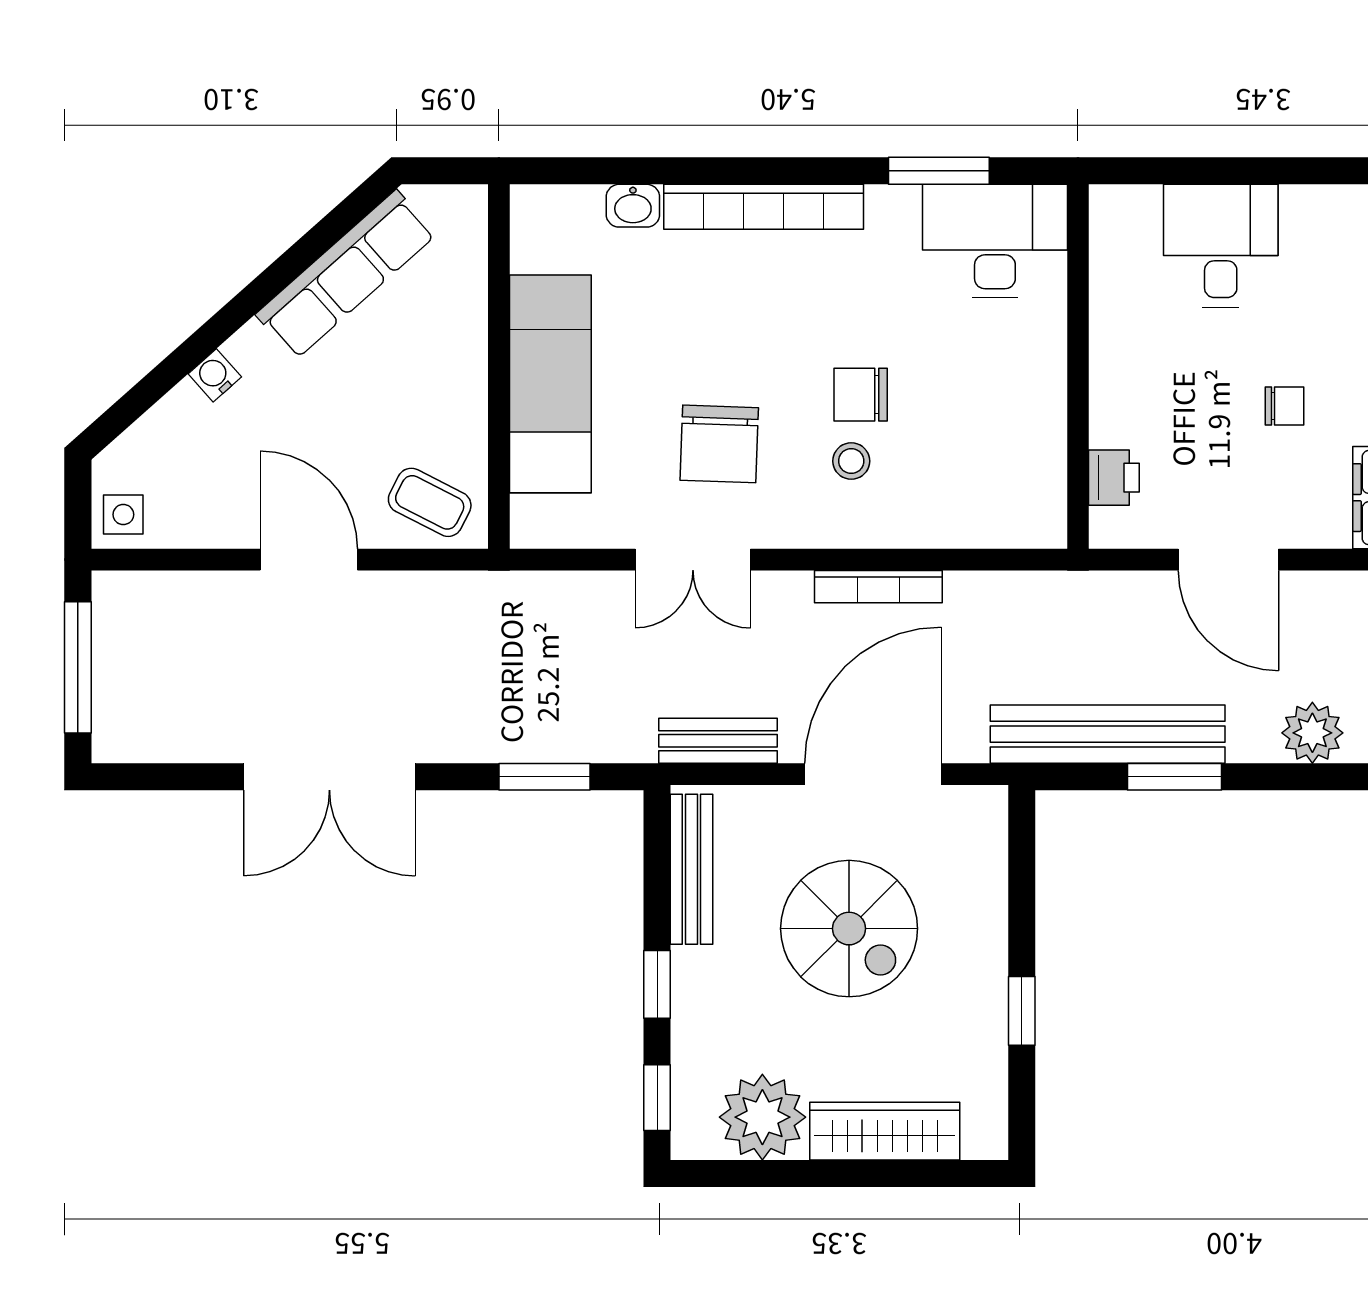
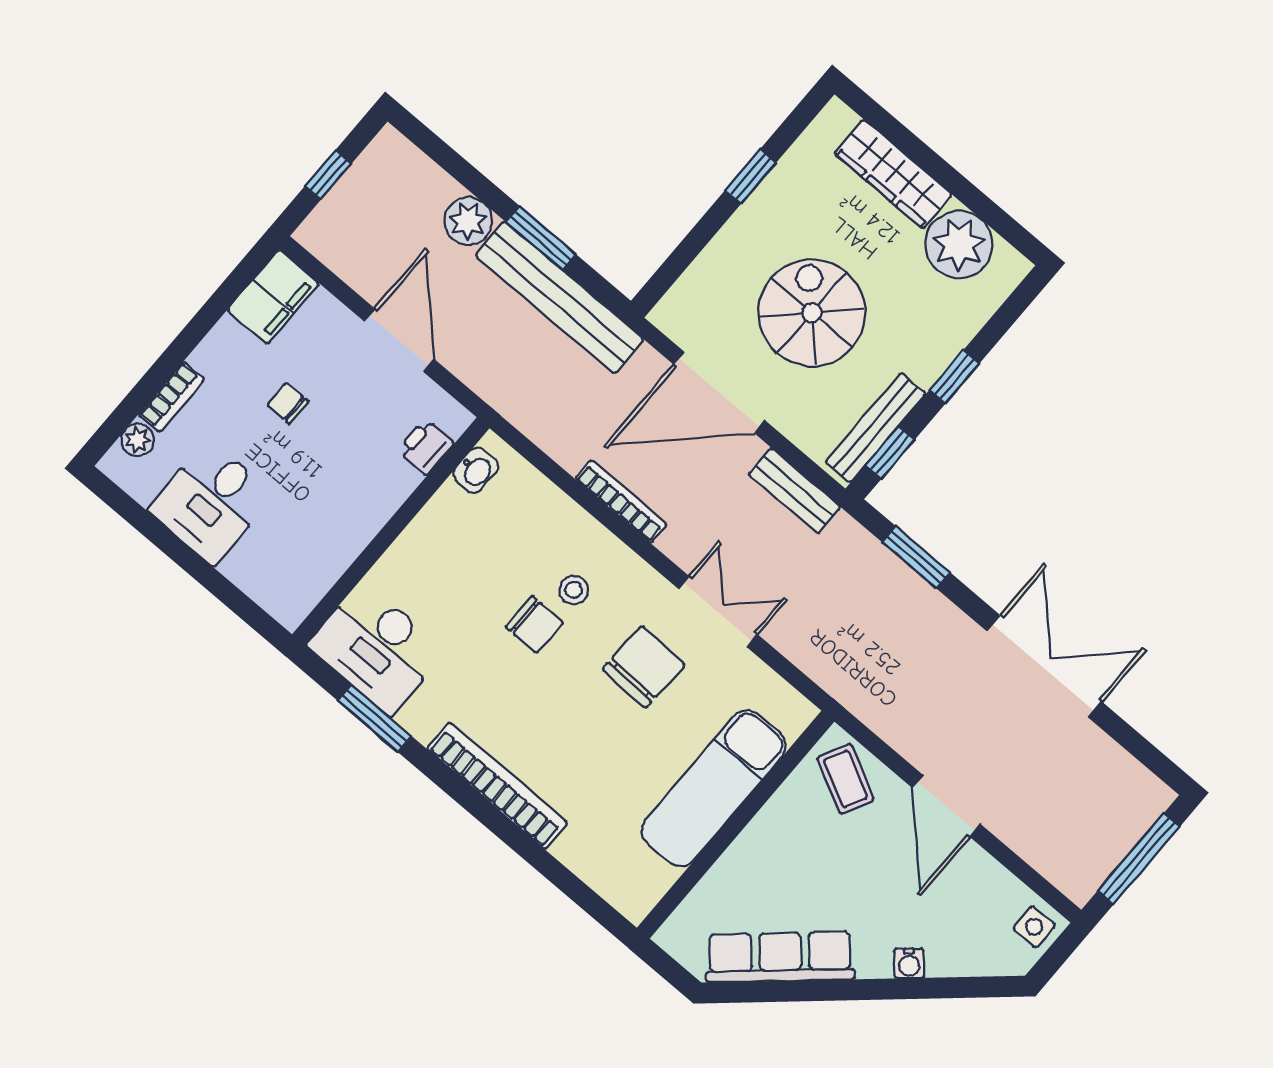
washbasin: (633, 206) -> (476, 470), moved, turned 90
desk: (1221, 246) -> (211, 502), moved
plant: (1312, 733) -> (468, 221), moved
window: (657, 1098) -> (890, 452), moved

